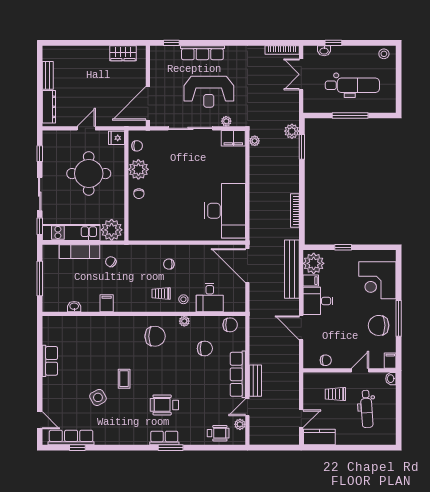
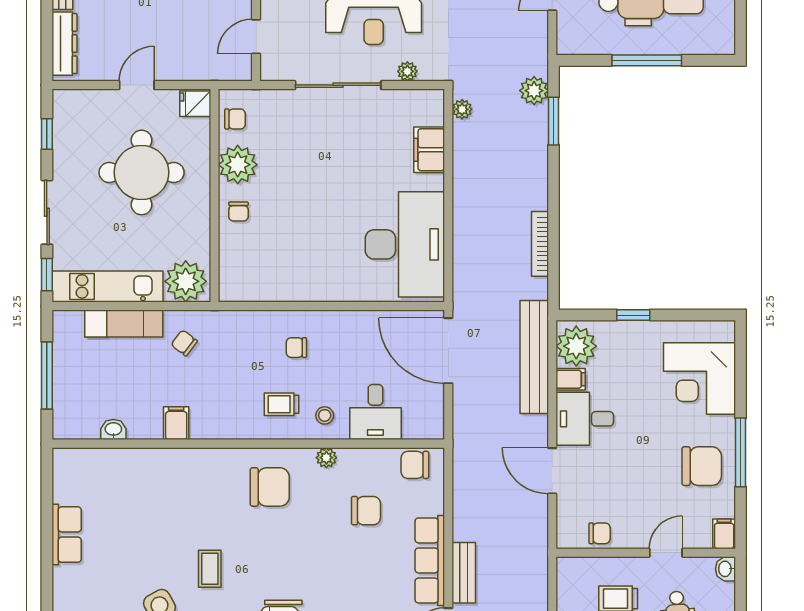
door: (148, 103) -> (256, 37), width x0.53
filing cabinet: (233, 138) -> (429, 150), moved, turned 90
chair: (230, 325) -> (415, 465), turned 180
chair: (379, 325) -> (702, 466), turned 180

